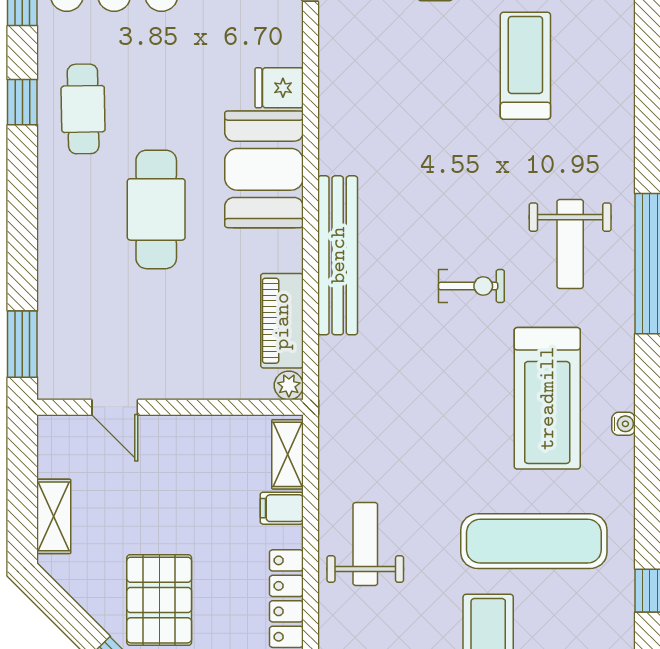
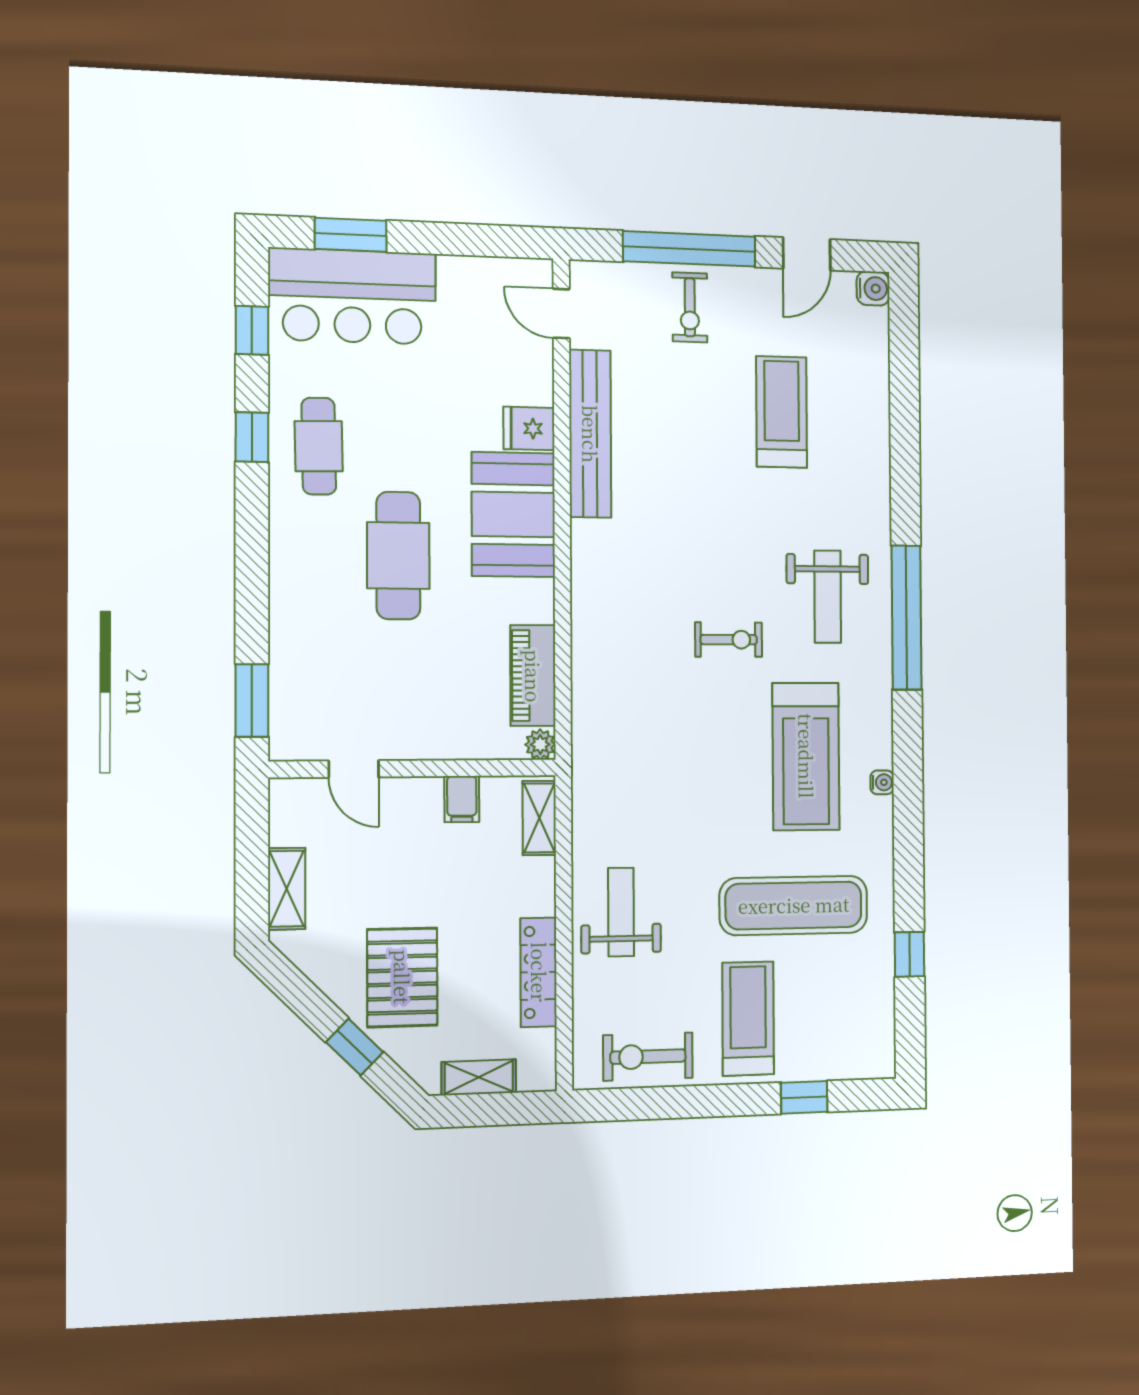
bench: (338, 255) -> (590, 434), moved
filing cabinet: (282, 508) -> (462, 799), moved, turned -90

